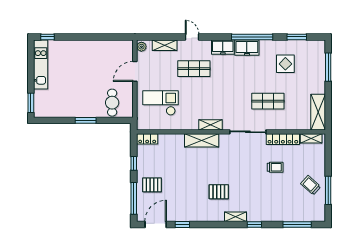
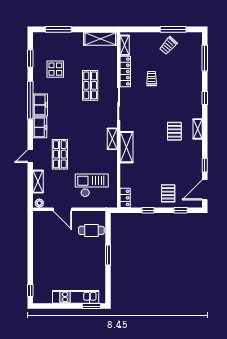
kitchen unit: (41, 64) -> (76, 297), moved
checkout: (161, 103) -> (92, 185), turned 90
window: (134, 198) -> (181, 210), width x0.46
shelving: (236, 217) -> (198, 129), moved
door: (156, 224) -> (205, 190), hinge flipped

